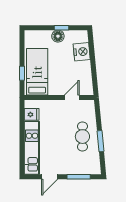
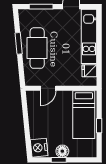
nightstand: (82, 52) -> (39, 148), moved
window: (22, 73) -> (99, 126), moved
cafe table: (82, 137) -> (37, 48), width x1.37, depth x1.35

